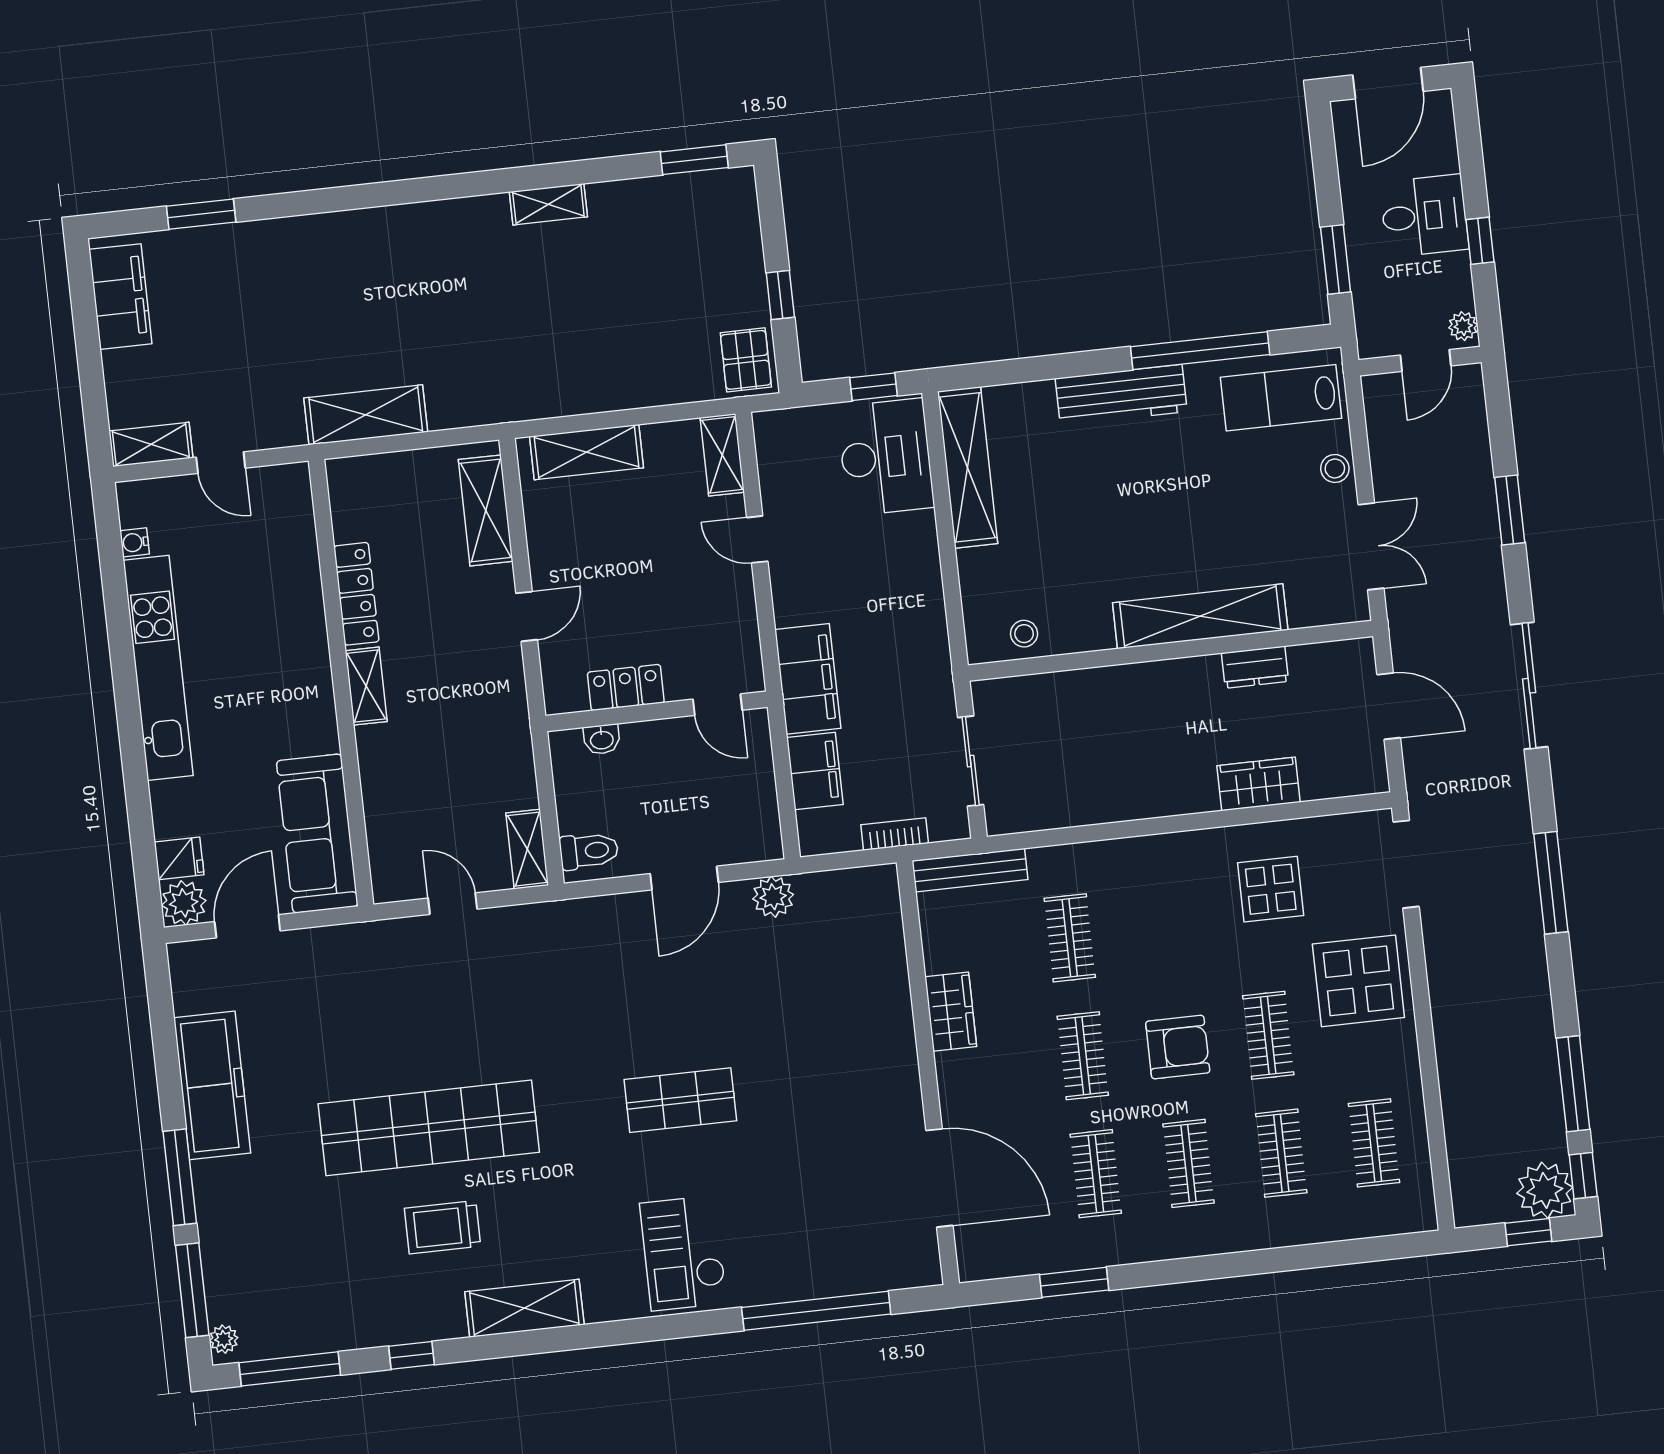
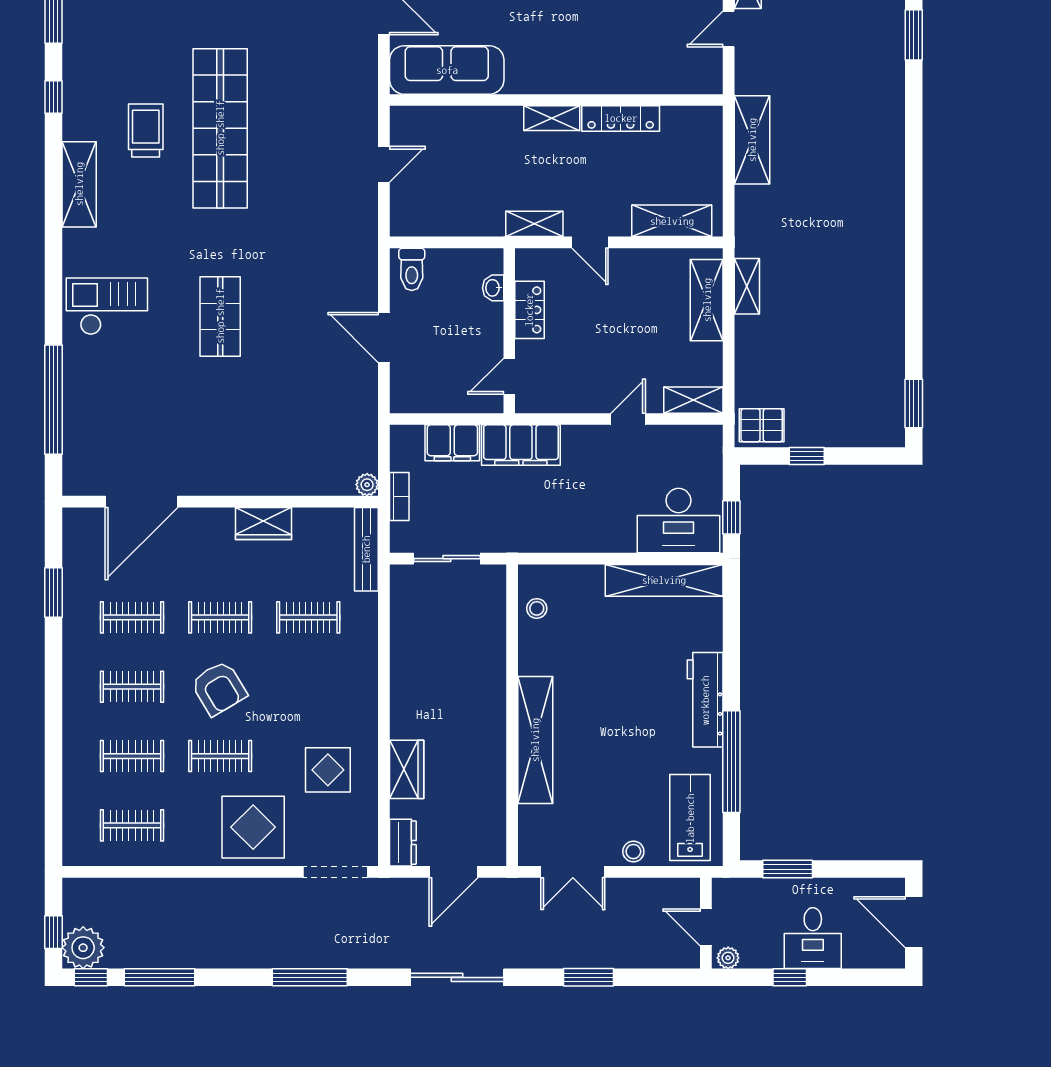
shelving: (548, 204) -> (747, 286), moved
dresser: (1255, 667) -> (403, 843), moved, turned 180
shelving: (527, 849) -> (534, 224), moved
plant: (773, 897) -> (367, 485), moved, width x0.73, depth x0.73
armchair: (1178, 1047) -> (219, 688), turned -31

